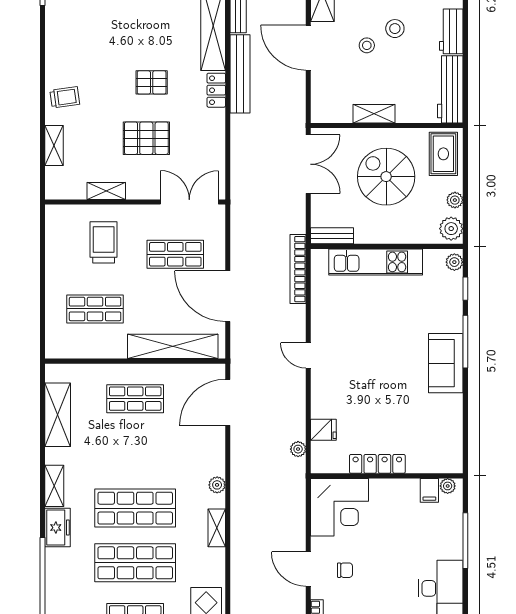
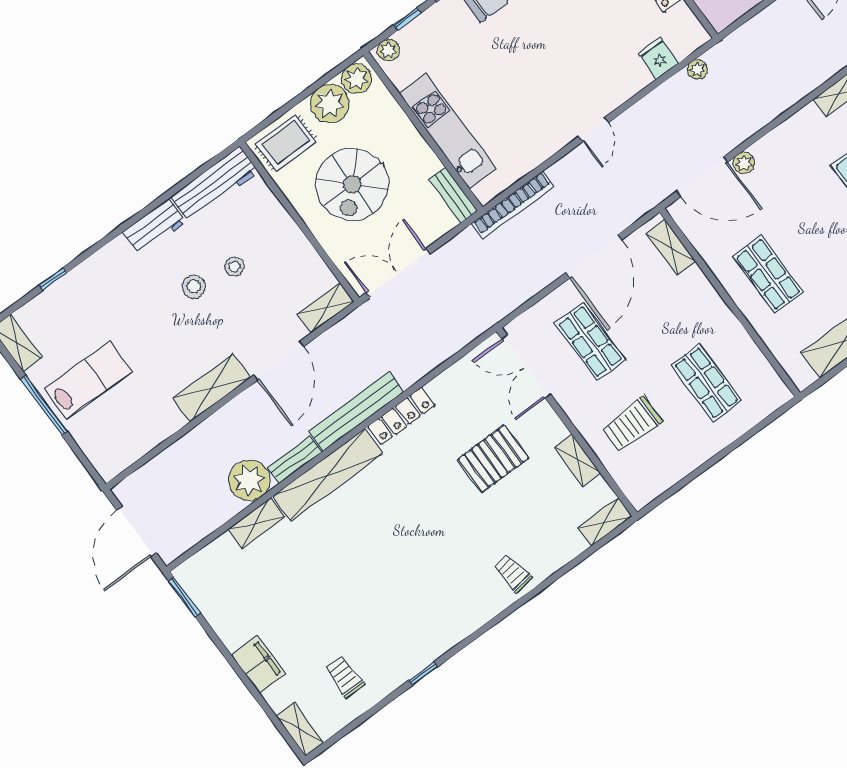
stool: (367, 45) -> (234, 267), moved
pallet: (152, 82) -> (432, 495), removed
locker: (216, 90) -> (401, 416), width x1.53
shelving: (374, 114) -> (326, 308), moved, turned 90
pallet: (146, 138) -> (493, 459), turned 90
shelving: (54, 145) -> (605, 522), moved
plant: (455, 200) -> (330, 104), width x1.88, depth x1.88
shelving: (173, 346) -> (671, 248), width x0.45, depth x0.75
plant: (217, 485) -> (744, 163), moved

